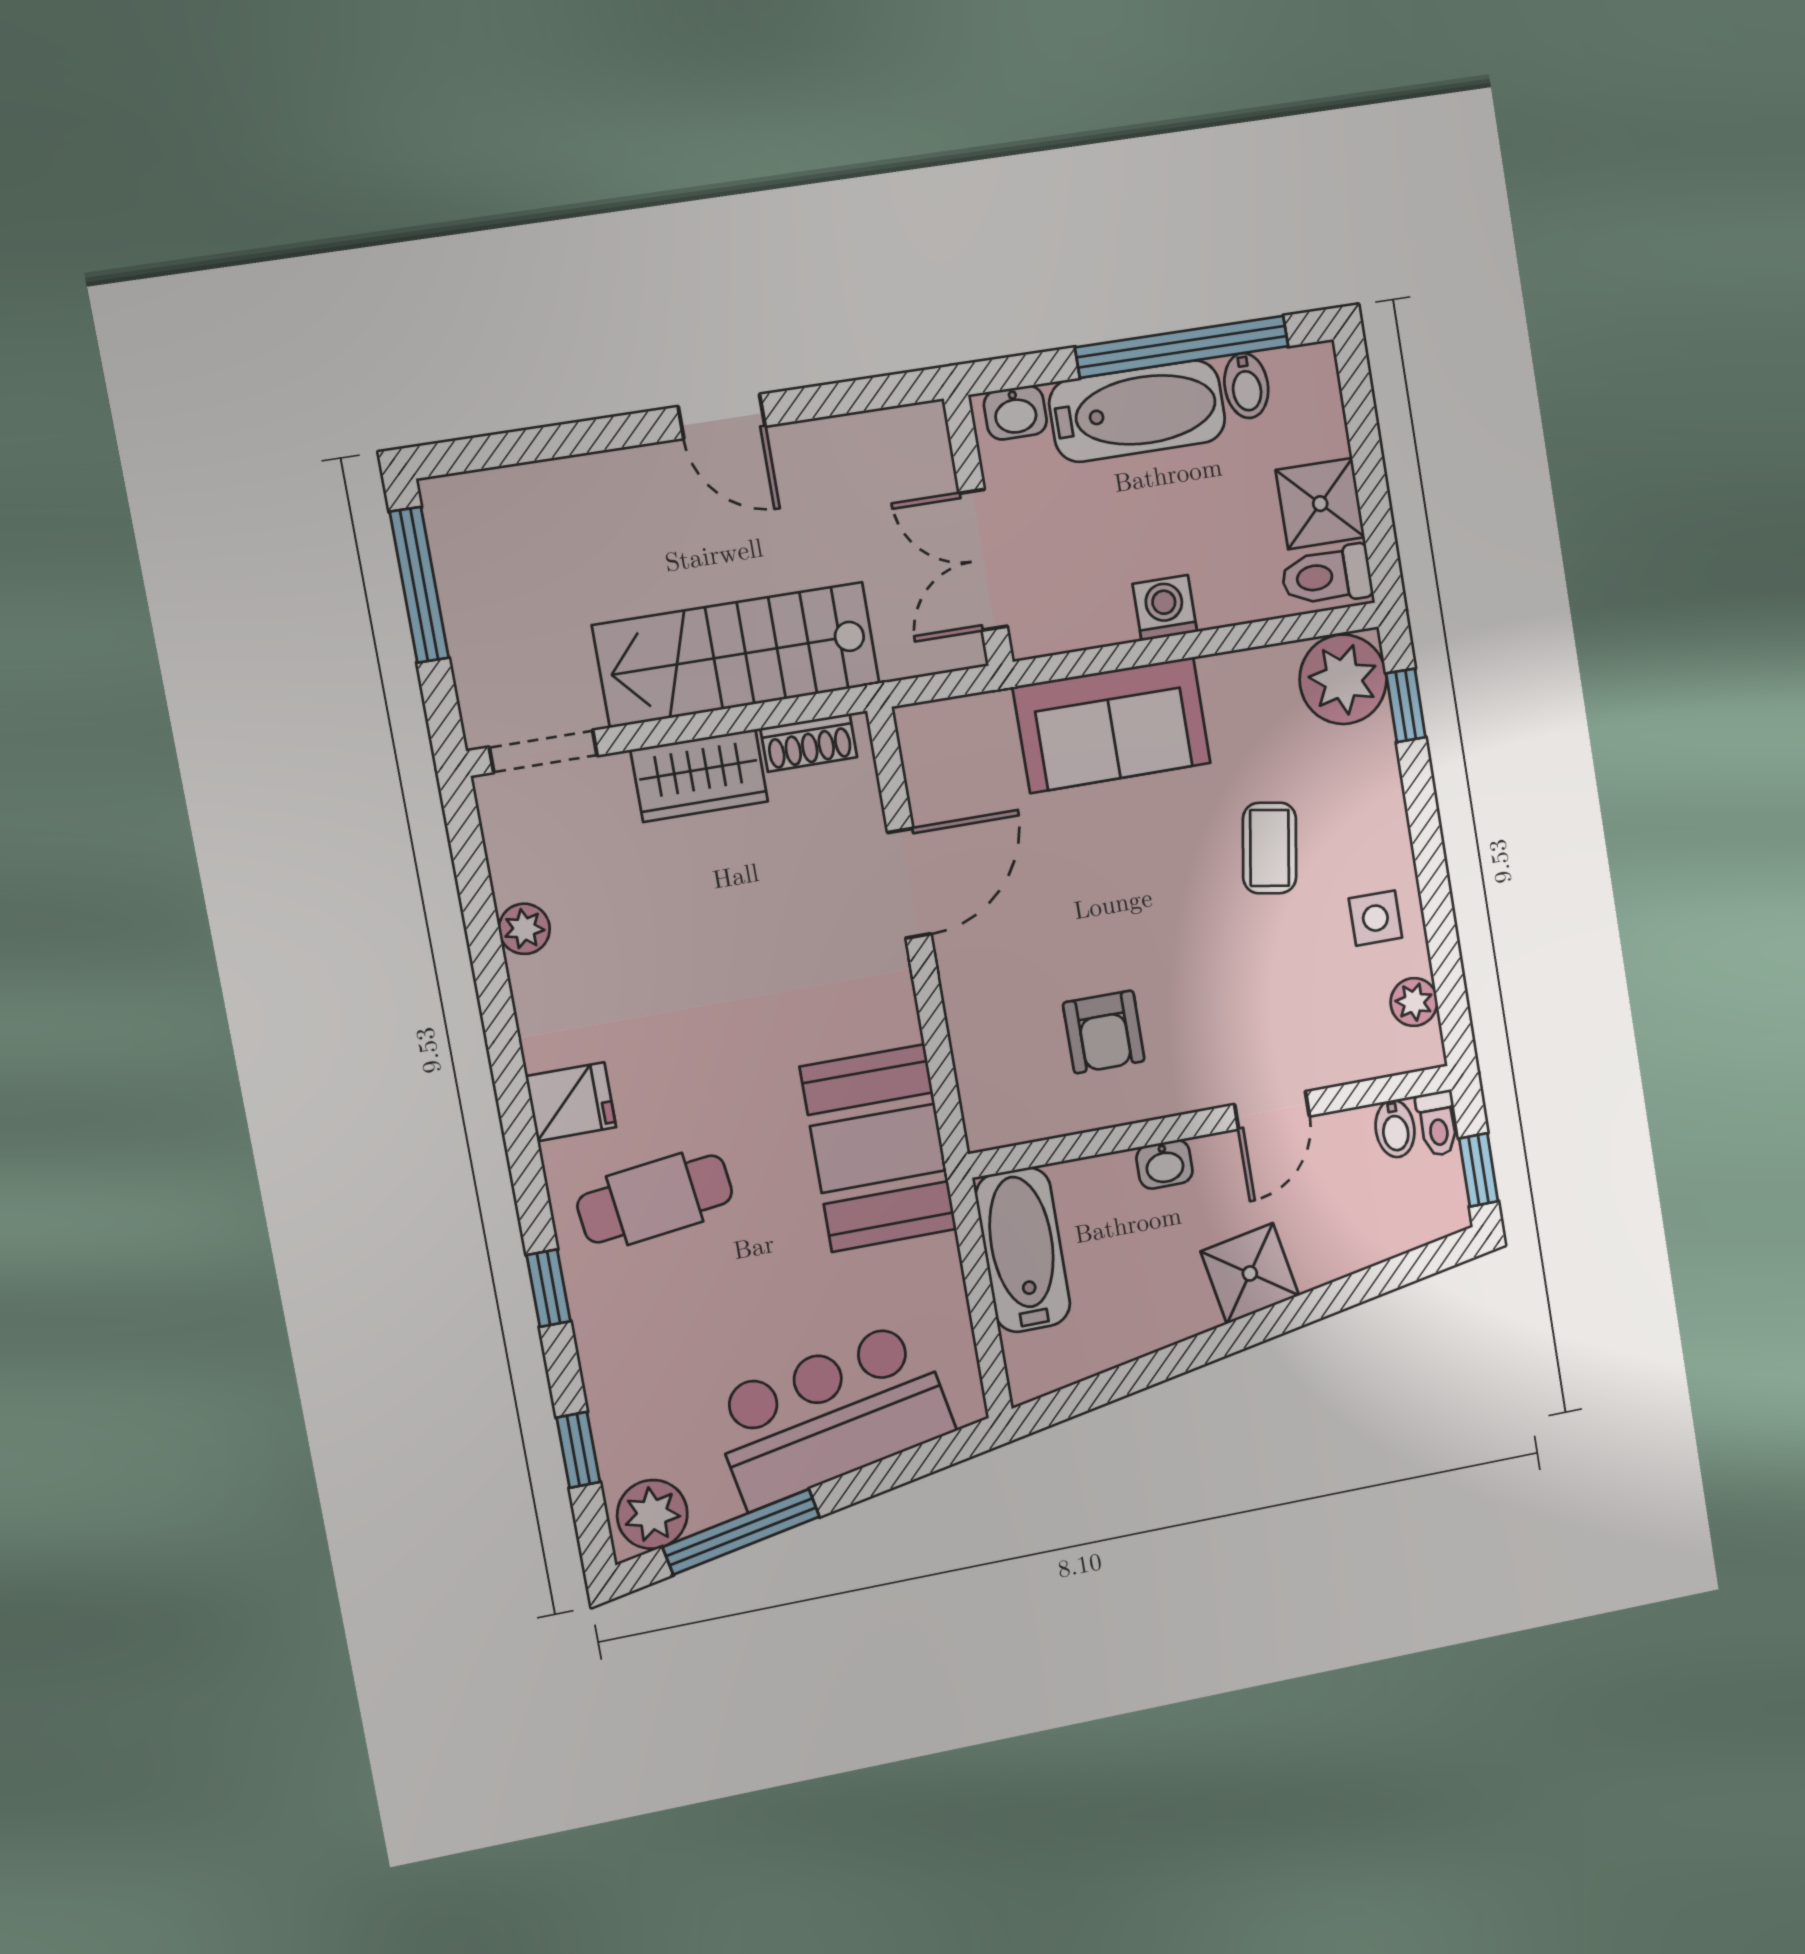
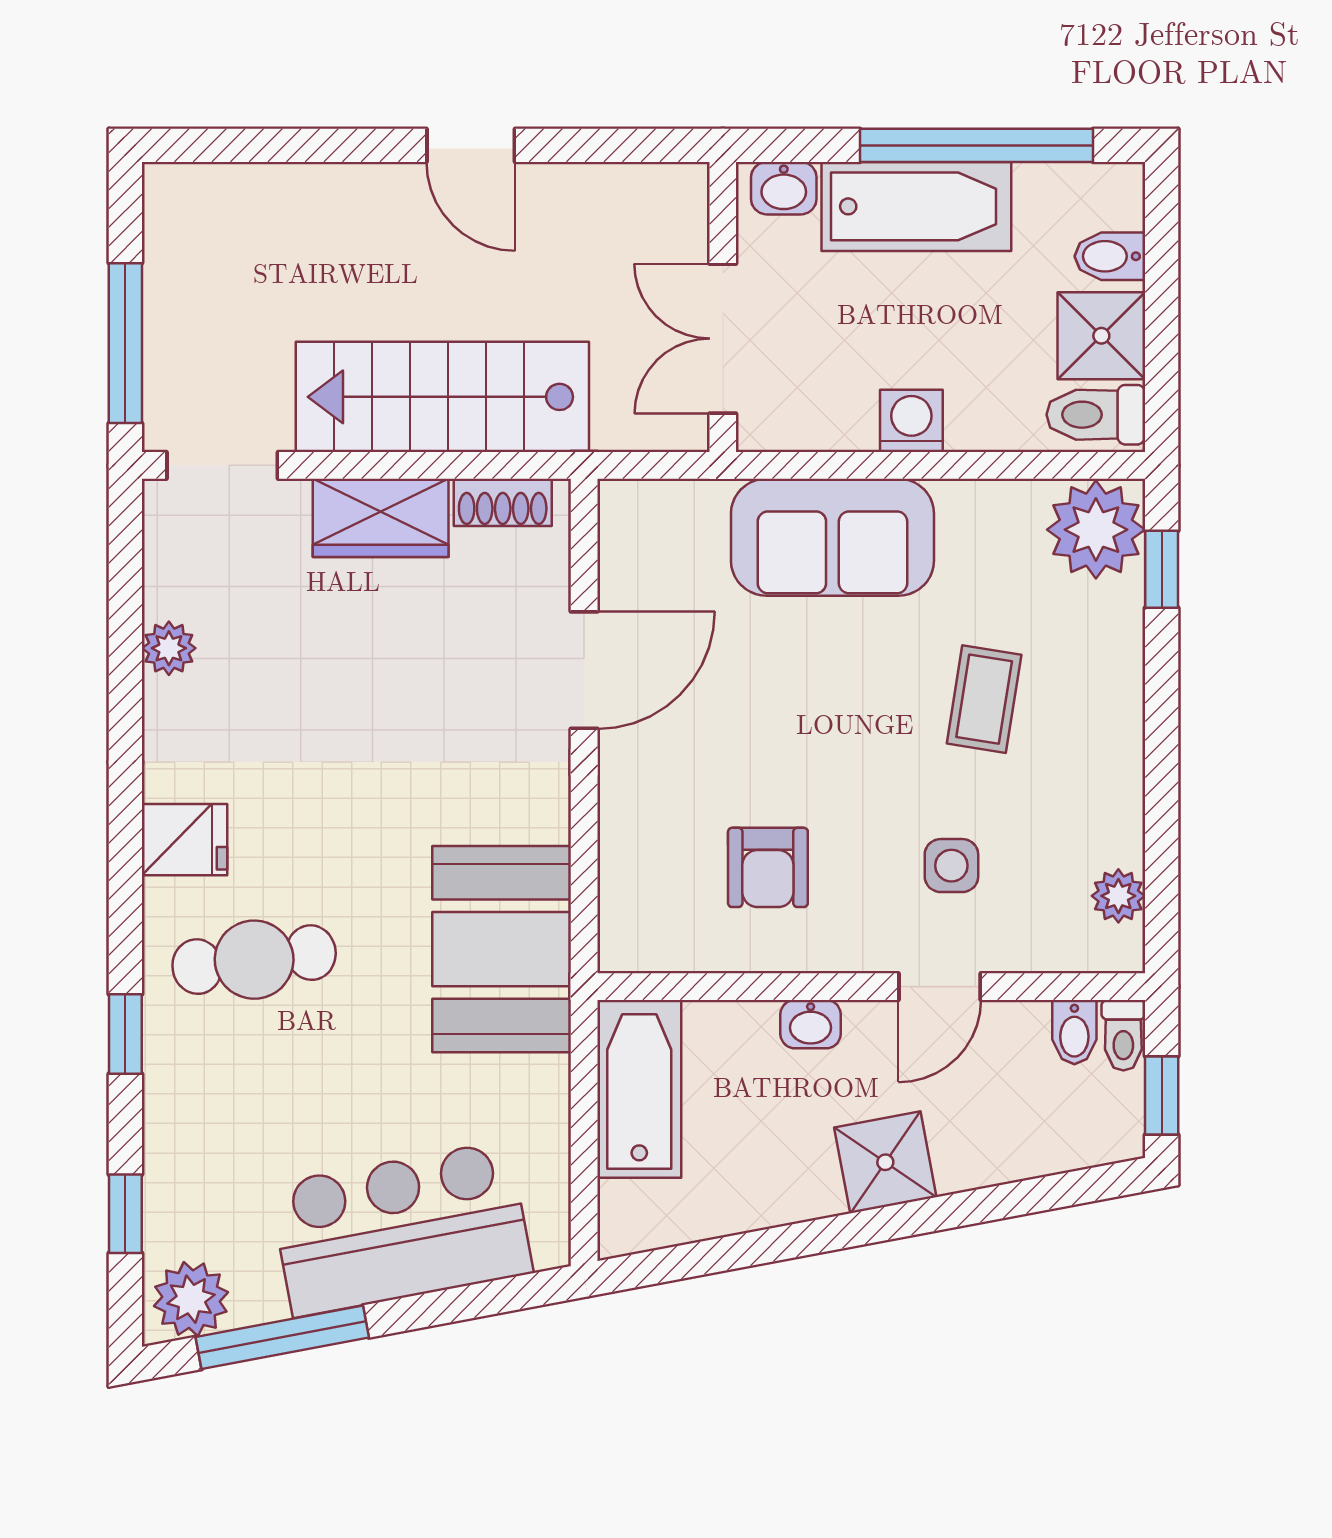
bidet: (1246, 386) -> (1110, 256), moved, turned 90
window: (419, 585) -> (125, 343), moved
side table: (1375, 918) -> (951, 866), moved

